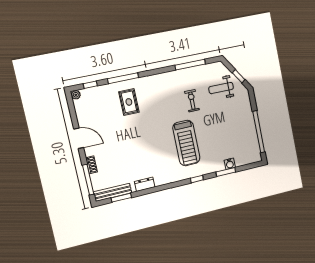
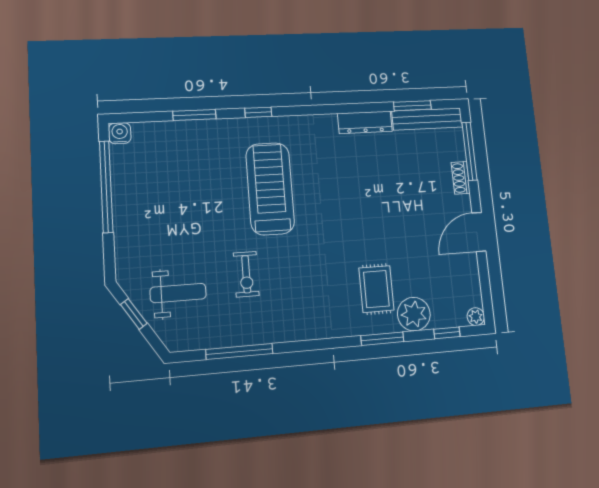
window: (123, 78) -> (382, 339), width x0.69
plant: (108, 92) -> (414, 314), added
door: (79, 138) -> (479, 232), hinge flipped
water cooler: (230, 164) -> (120, 133), moved
dresser: (145, 184) -> (365, 122), width x1.44

